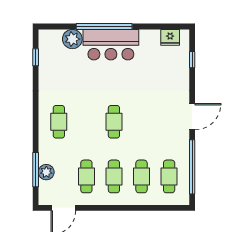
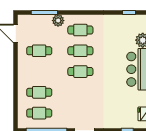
plant: (46, 172) -> (58, 21), moved
cafe table: (114, 176) -> (80, 51), moved

